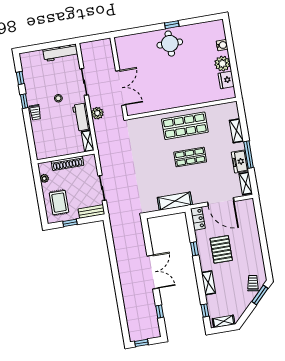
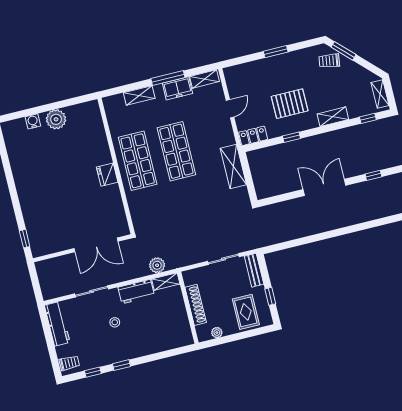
window: (172, 25) -> (25, 239), moved
round table: (170, 44) -> (36, 187), removed
fridge: (226, 80) -> (107, 175), moved, turned 90
double door: (121, 88) -> (96, 245), swing flipped
trolley: (35, 112) -> (69, 363), moved
plant: (97, 113) -> (157, 265), moved
shop shelf: (190, 157) -> (176, 151), width x1.43, depth x1.36
door: (221, 202) -> (230, 109), width x0.53
rug: (59, 203) -> (246, 312), turned 90
window: (263, 241) -> (276, 52), added

